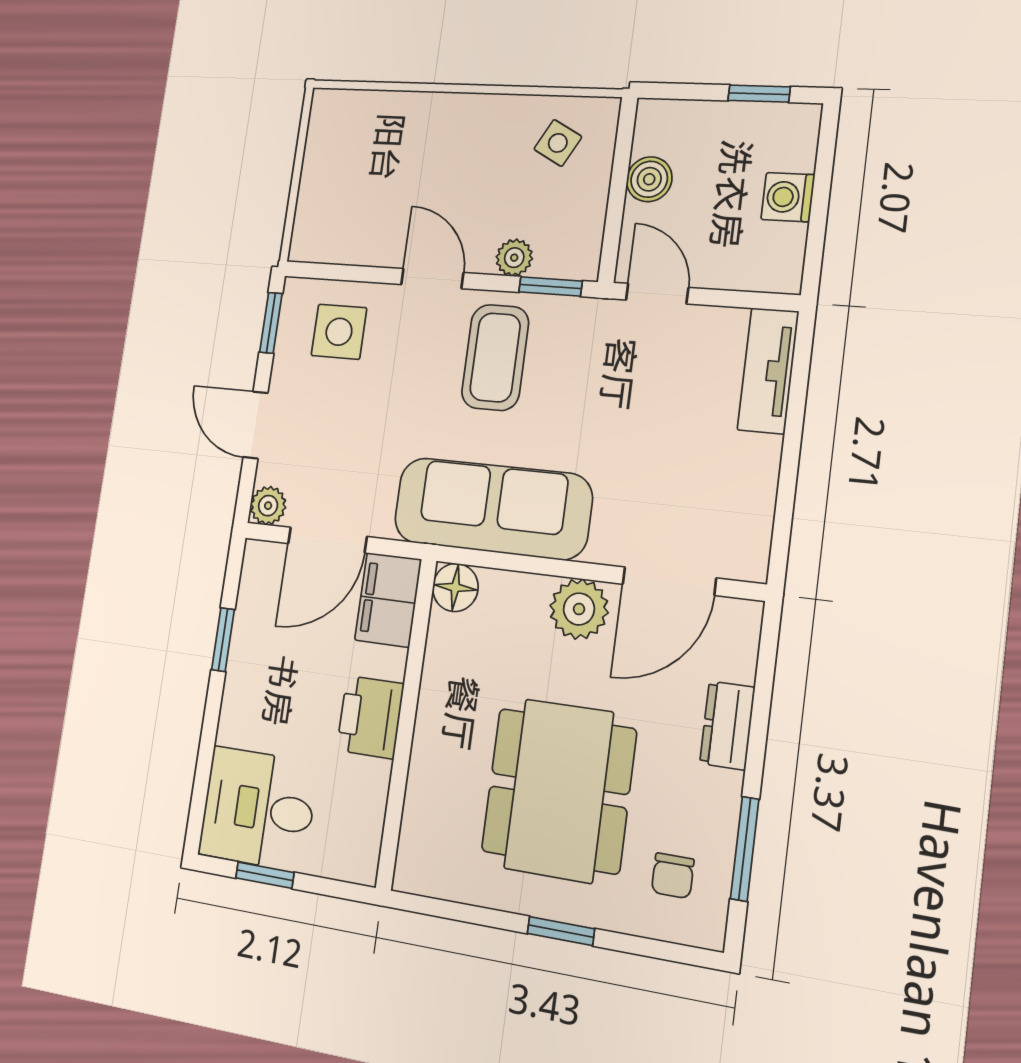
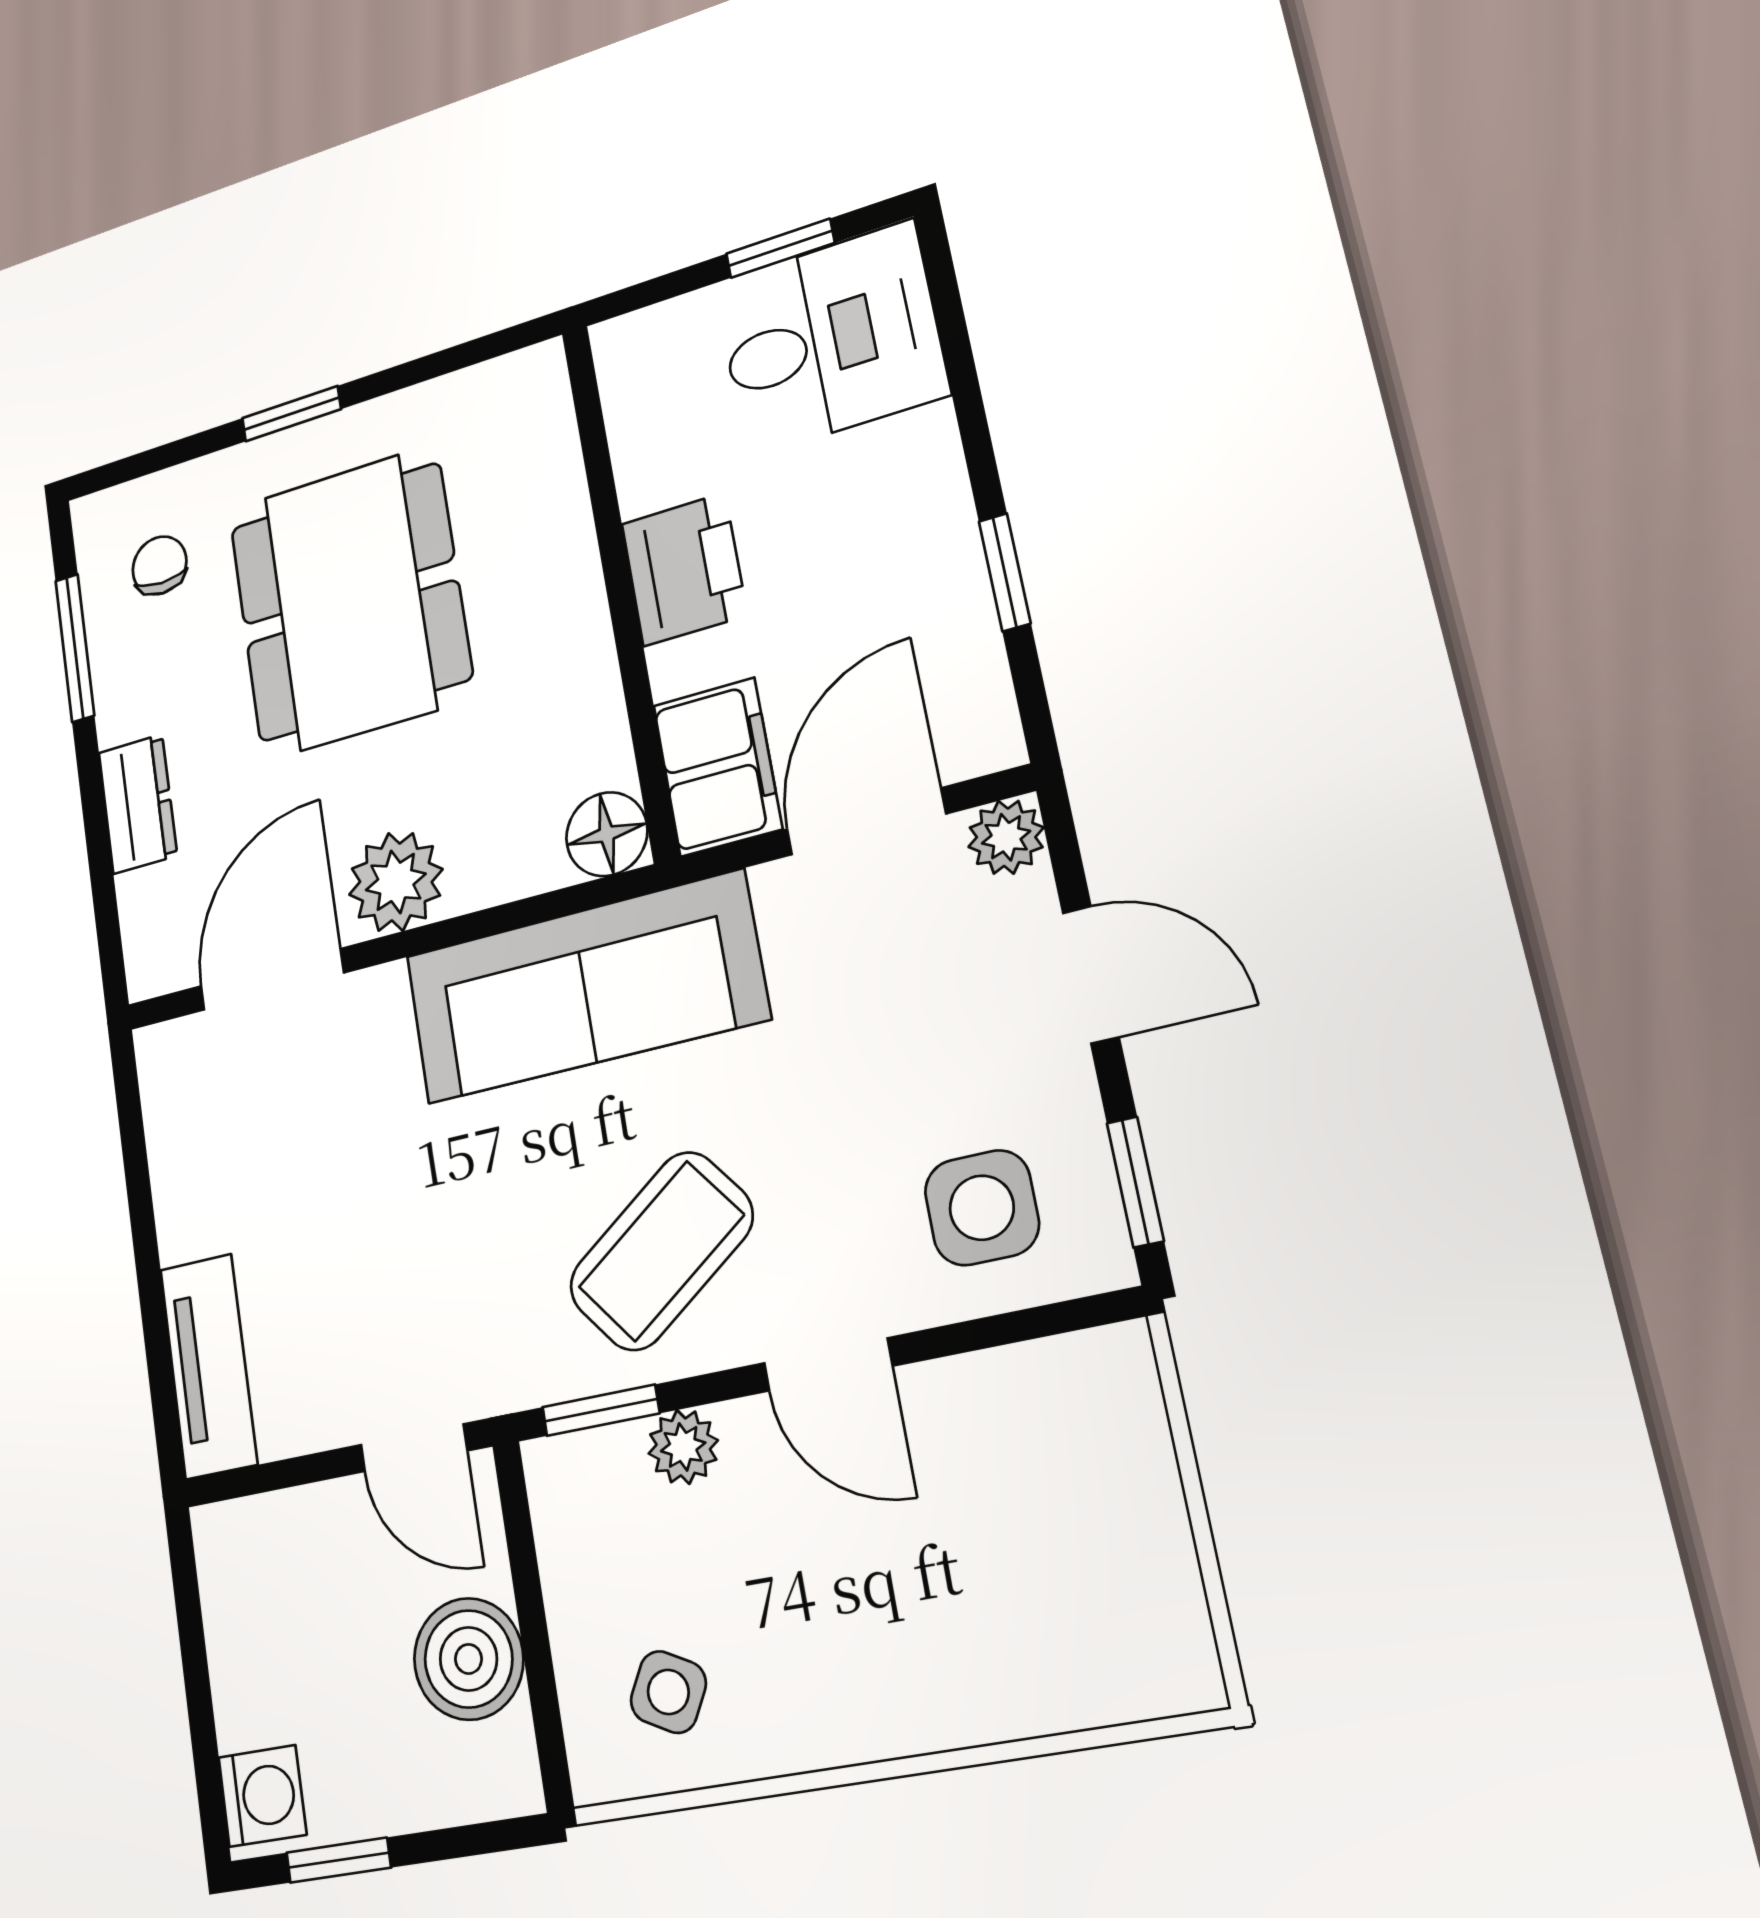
boiler: (649, 179) -> (469, 1659), width x1.36, depth x1.36
washing machine: (788, 197) -> (262, 1796), moved
coffee table: (495, 357) -> (661, 1251), turned 53

